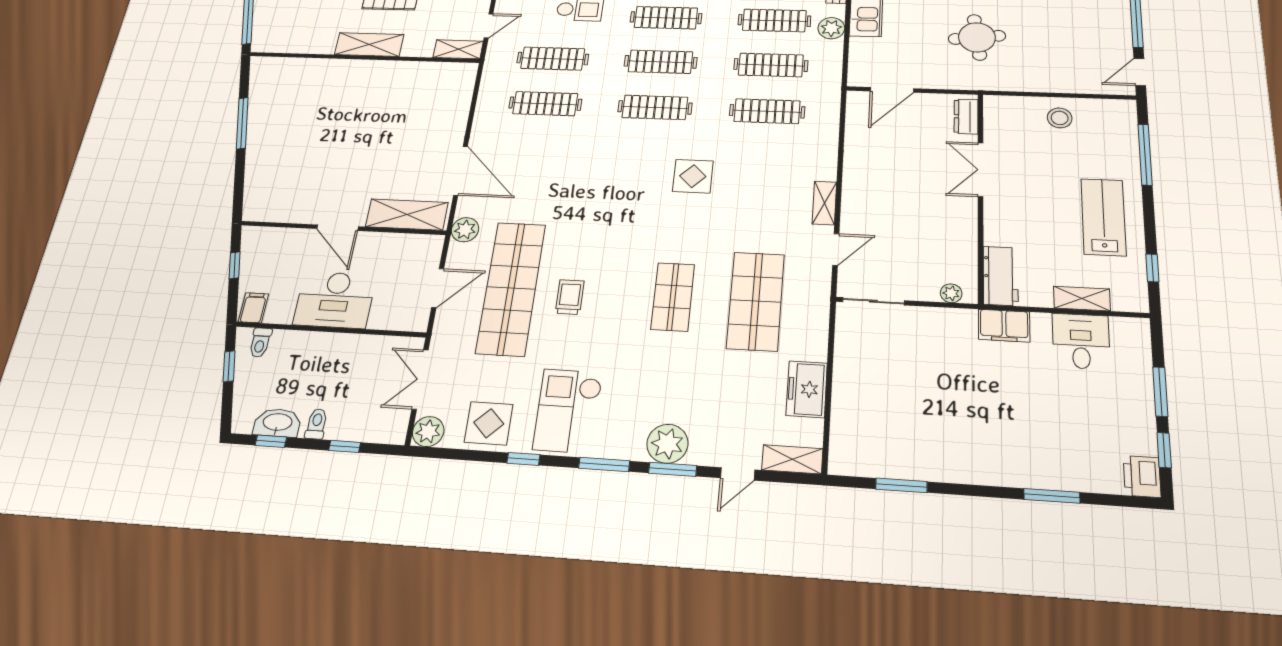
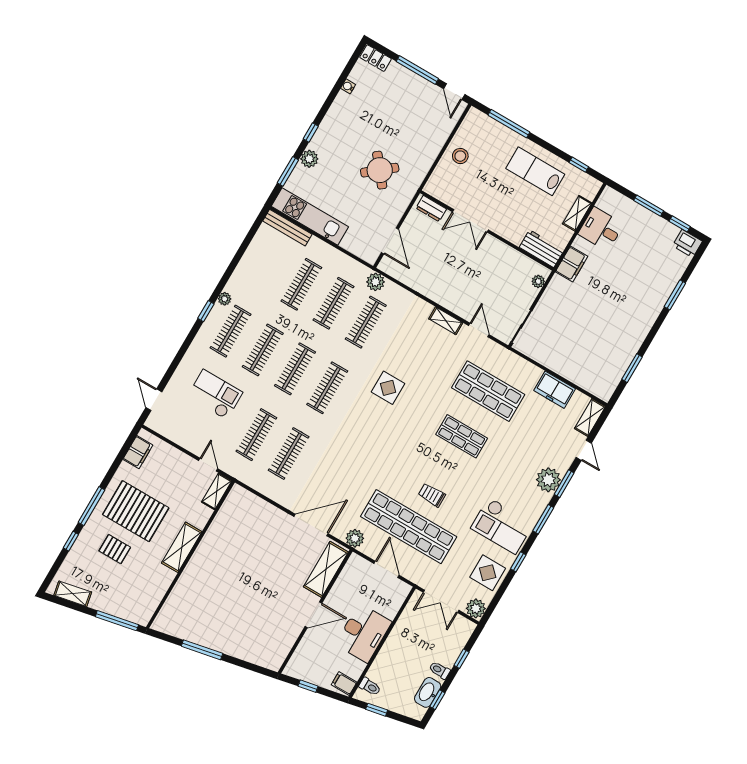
plant: (831, 28) -> (376, 282), moved
round table: (977, 37) -> (380, 170), turned -32

